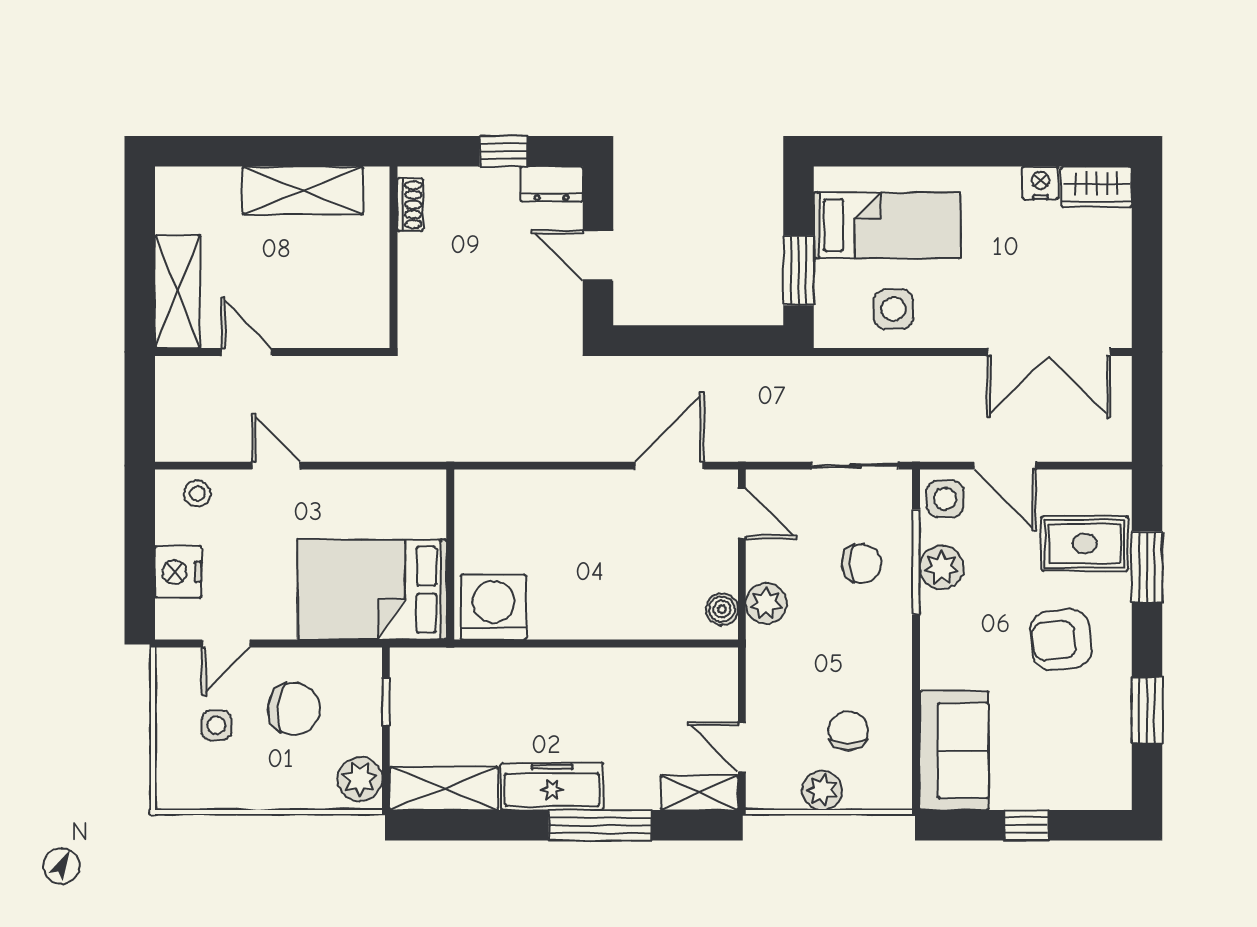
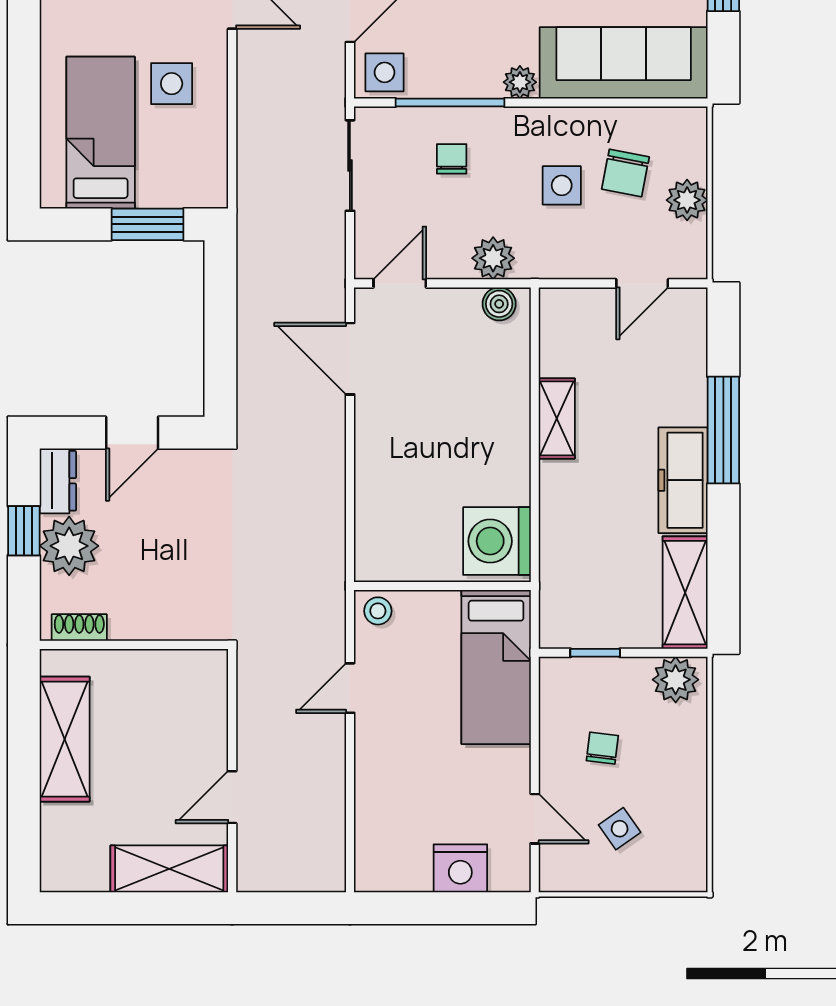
plant: (489, 195) -> (69, 546), added
side table: (893, 309) -> (172, 84), moved
door: (276, 466) -> (350, 688), moved
stool: (197, 493) -> (378, 611), moved
chair: (862, 563) -> (452, 159), width x0.73, depth x0.73
plant: (942, 568) -> (520, 82), moved, width x0.73, depth x0.73
bed: (372, 590) -> (496, 667), width x0.67
side table: (836, 670) -> (562, 185), added
chair: (294, 709) -> (602, 748), width x0.54, depth x0.54
side table: (216, 725) -> (620, 829), turned -35
chair: (848, 731) -> (625, 173), turned -79
sofa: (954, 751) -> (624, 63), width x1.36
shelving: (699, 793) -> (557, 418), moved

